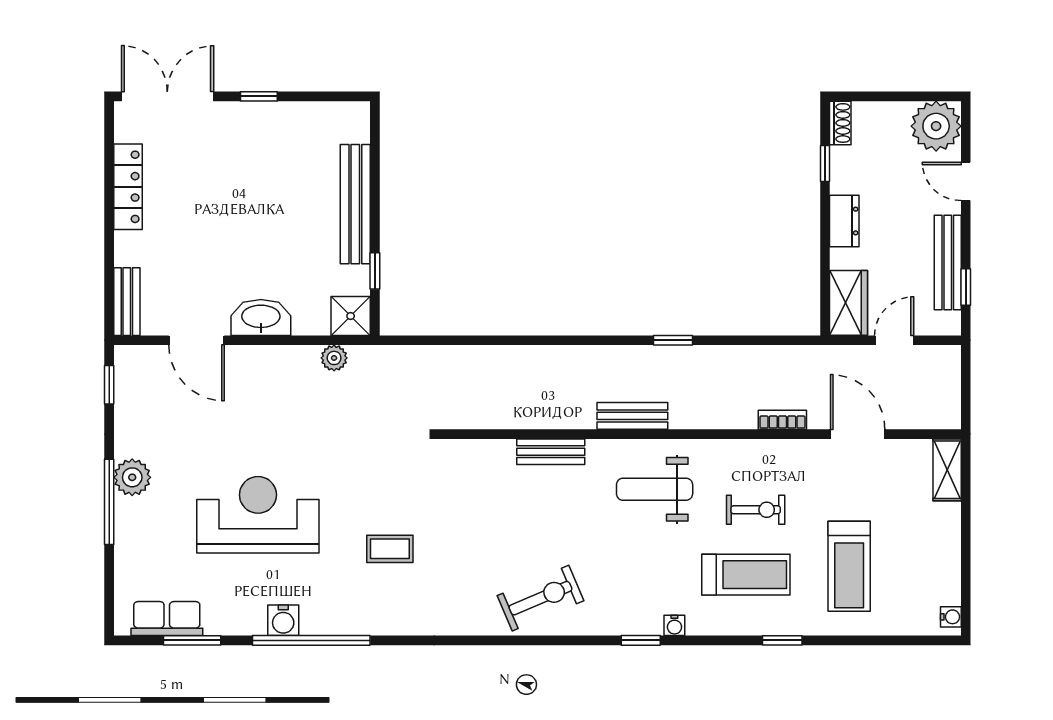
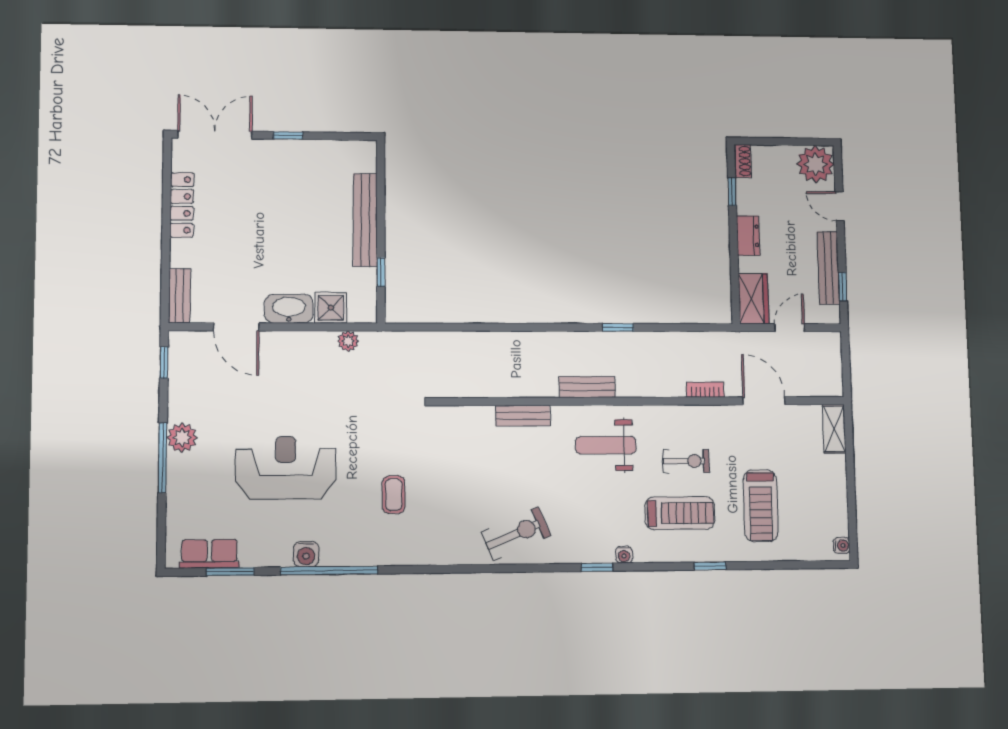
shower: (351, 316) -> (331, 308), moved
coffee table: (390, 549) -> (394, 495), turned 90

